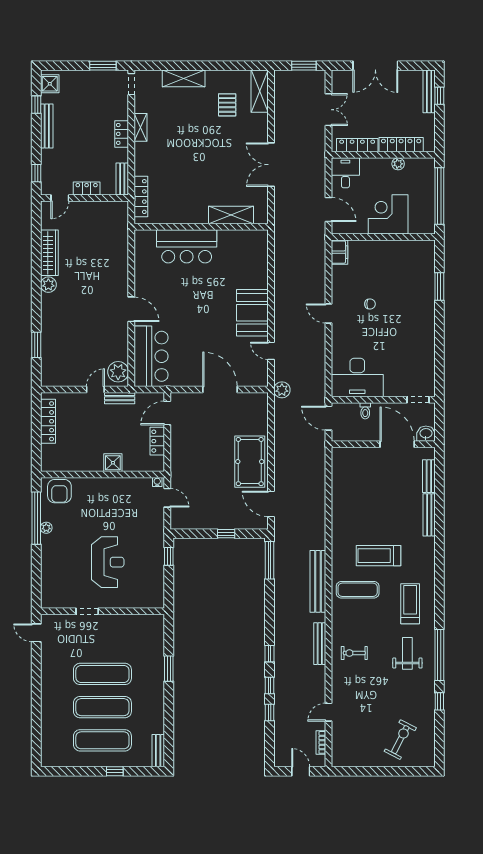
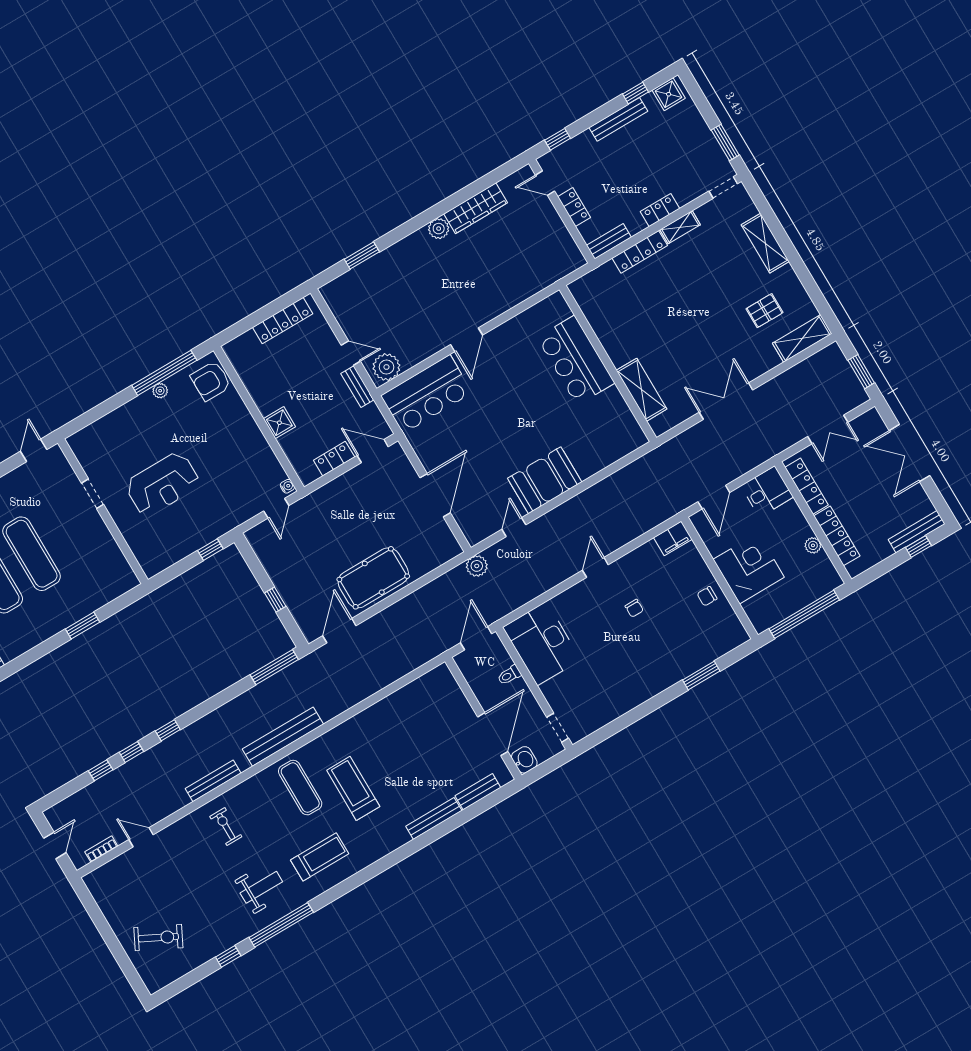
locker: (141, 197) -> (640, 252), moved
chair: (390, 252) -> (707, 596), added

